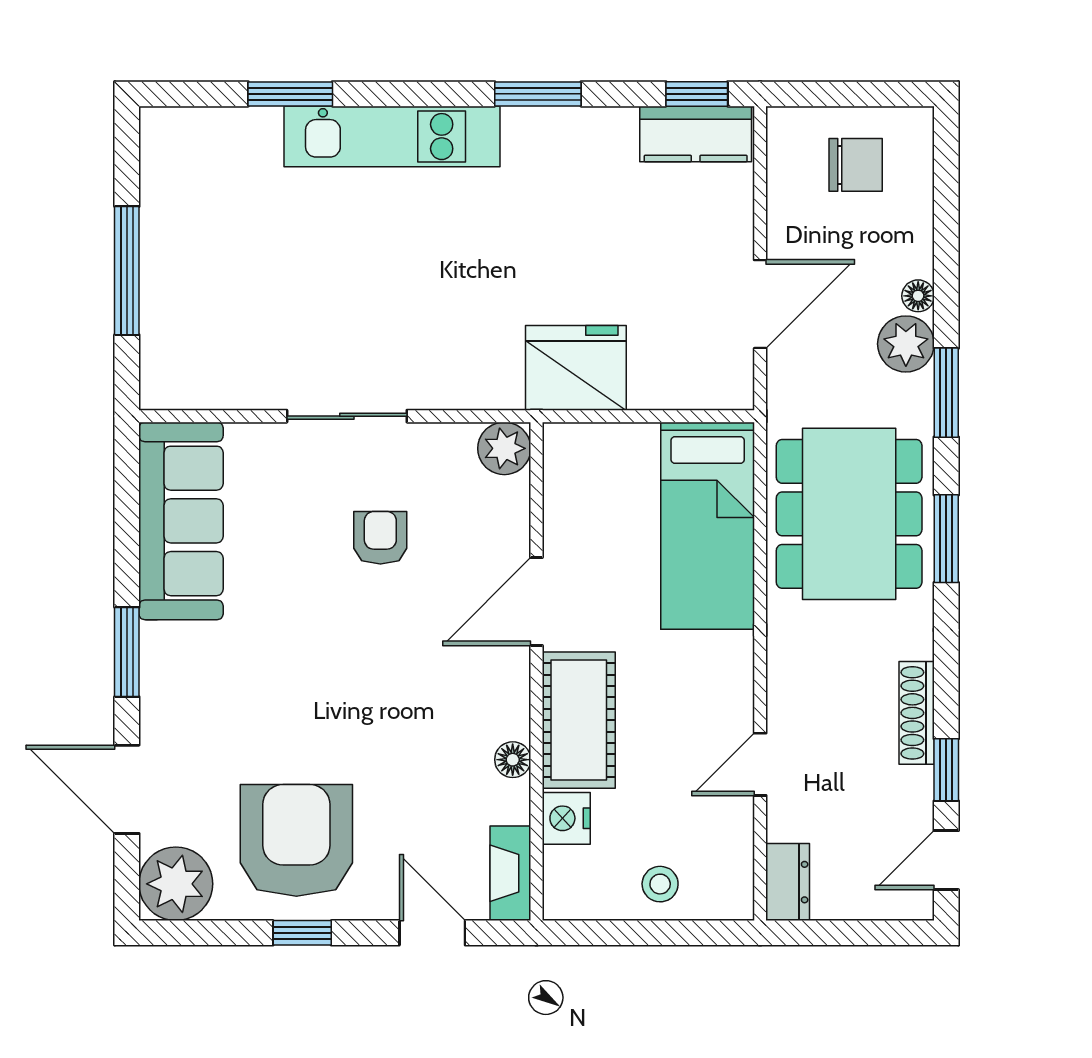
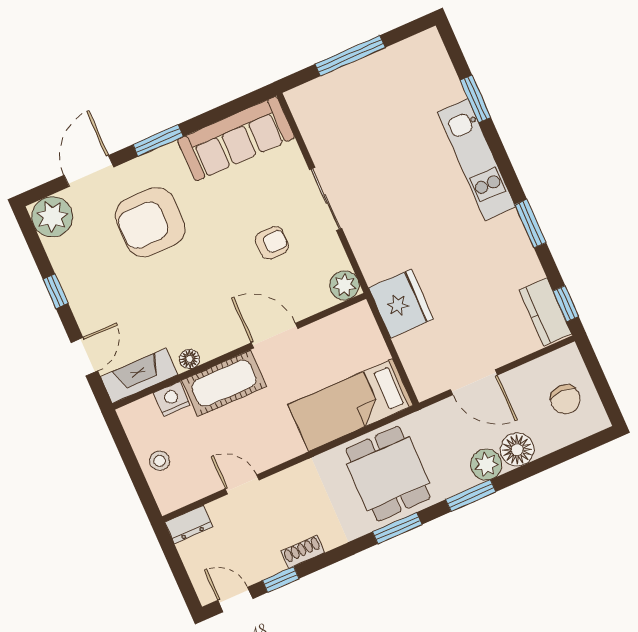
floor lamp: (918, 296) -> (517, 450), width x1.89, depth x1.89
dining table: (849, 514) -> (388, 474), width x0.73
shoe rack: (917, 713) -> (303, 552), width x0.70
armchair: (296, 840) -> (150, 222), moved, turned 180
fireplace: (510, 873) -> (139, 376), width x1.37, depth x1.32

